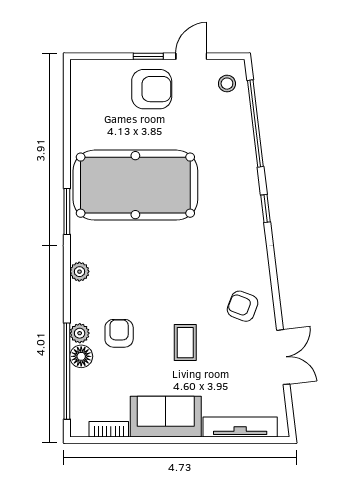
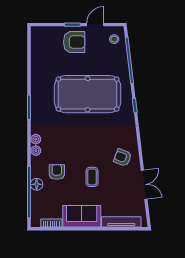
pool table: (135, 185) -> (88, 94), moved
plant: (80, 333) -> (36, 151), moved

